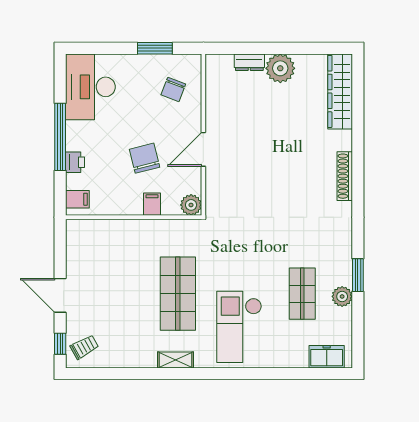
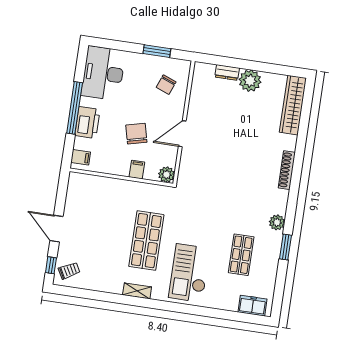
printer: (75, 162) -> (87, 123), width x1.87, depth x1.48
plant: (342, 296) -> (277, 222), moved

